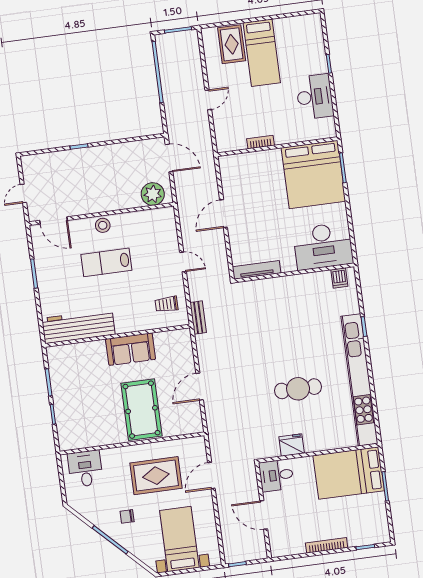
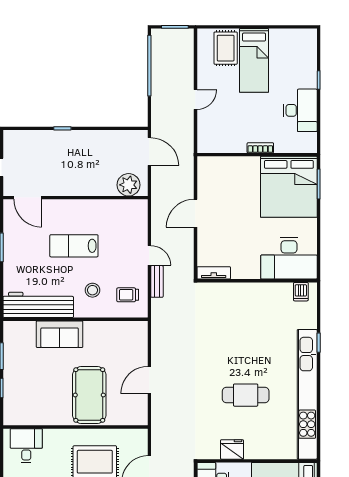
bookcase: (261, 142) -> (260, 148), moved
stool: (103, 225) -> (92, 290), moved
tv unit: (257, 270) -> (214, 273), width x0.71
bench: (198, 318) -> (157, 281), moved
sofa: (131, 349) -> (60, 334), moved

